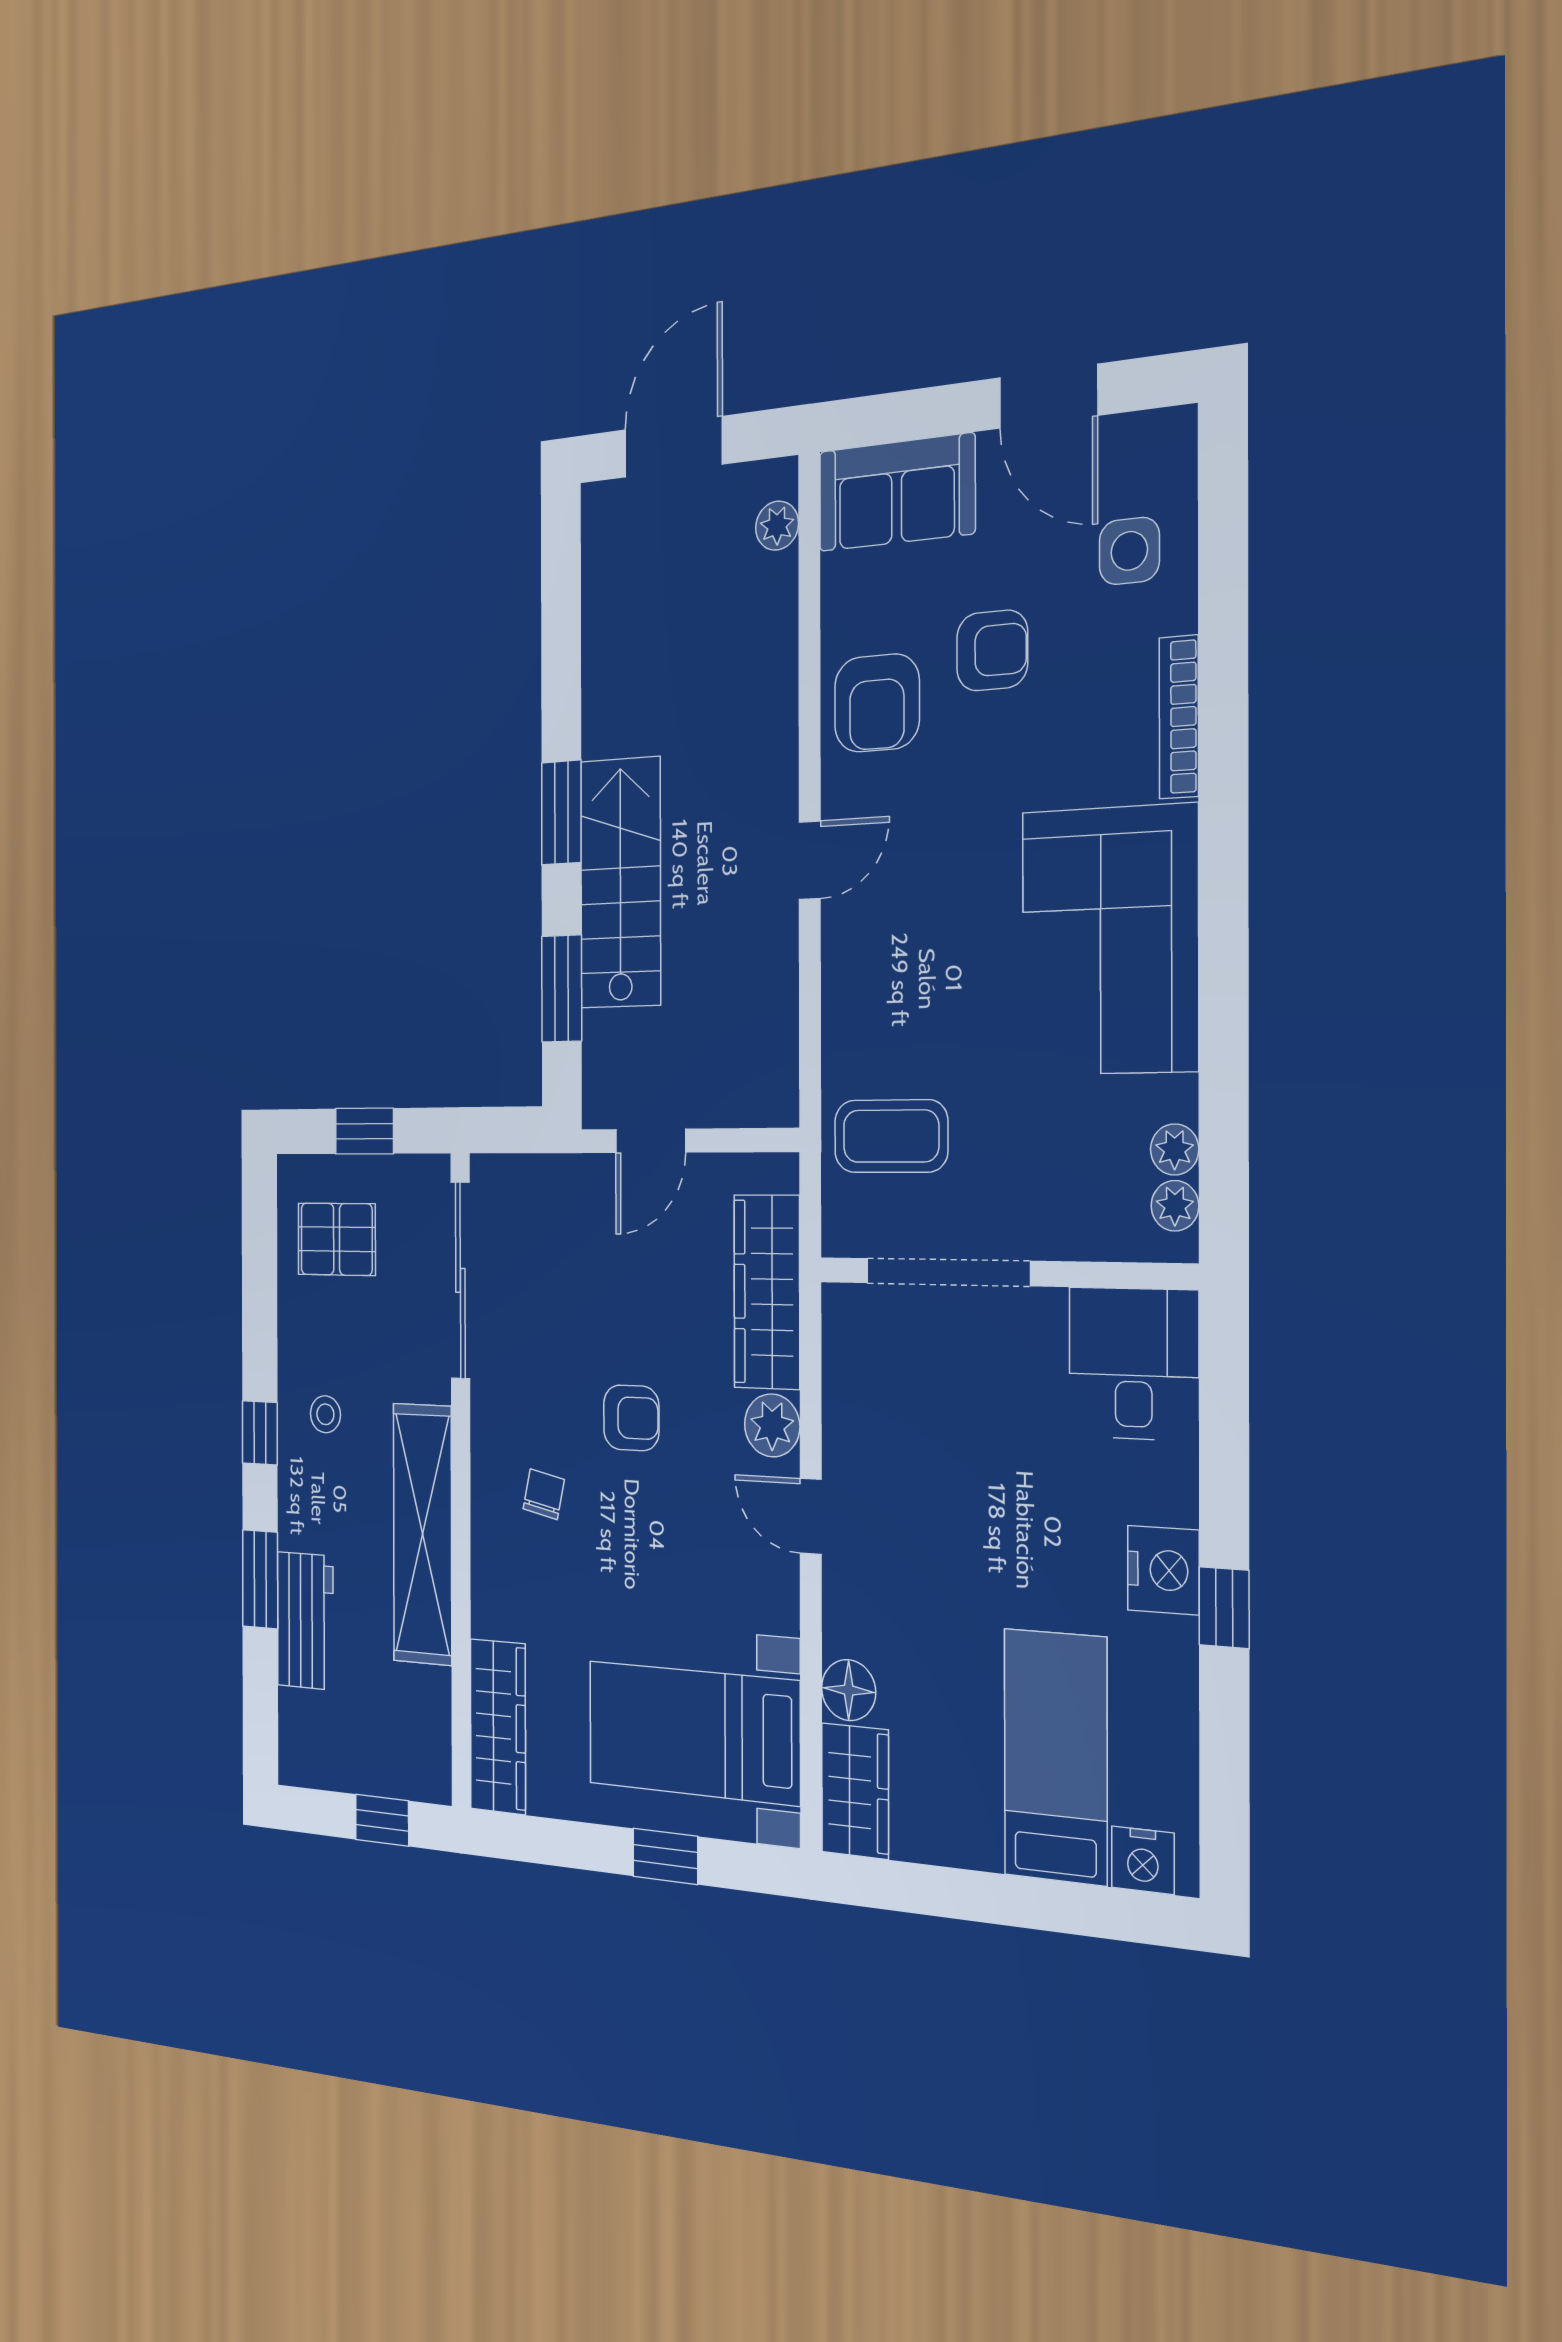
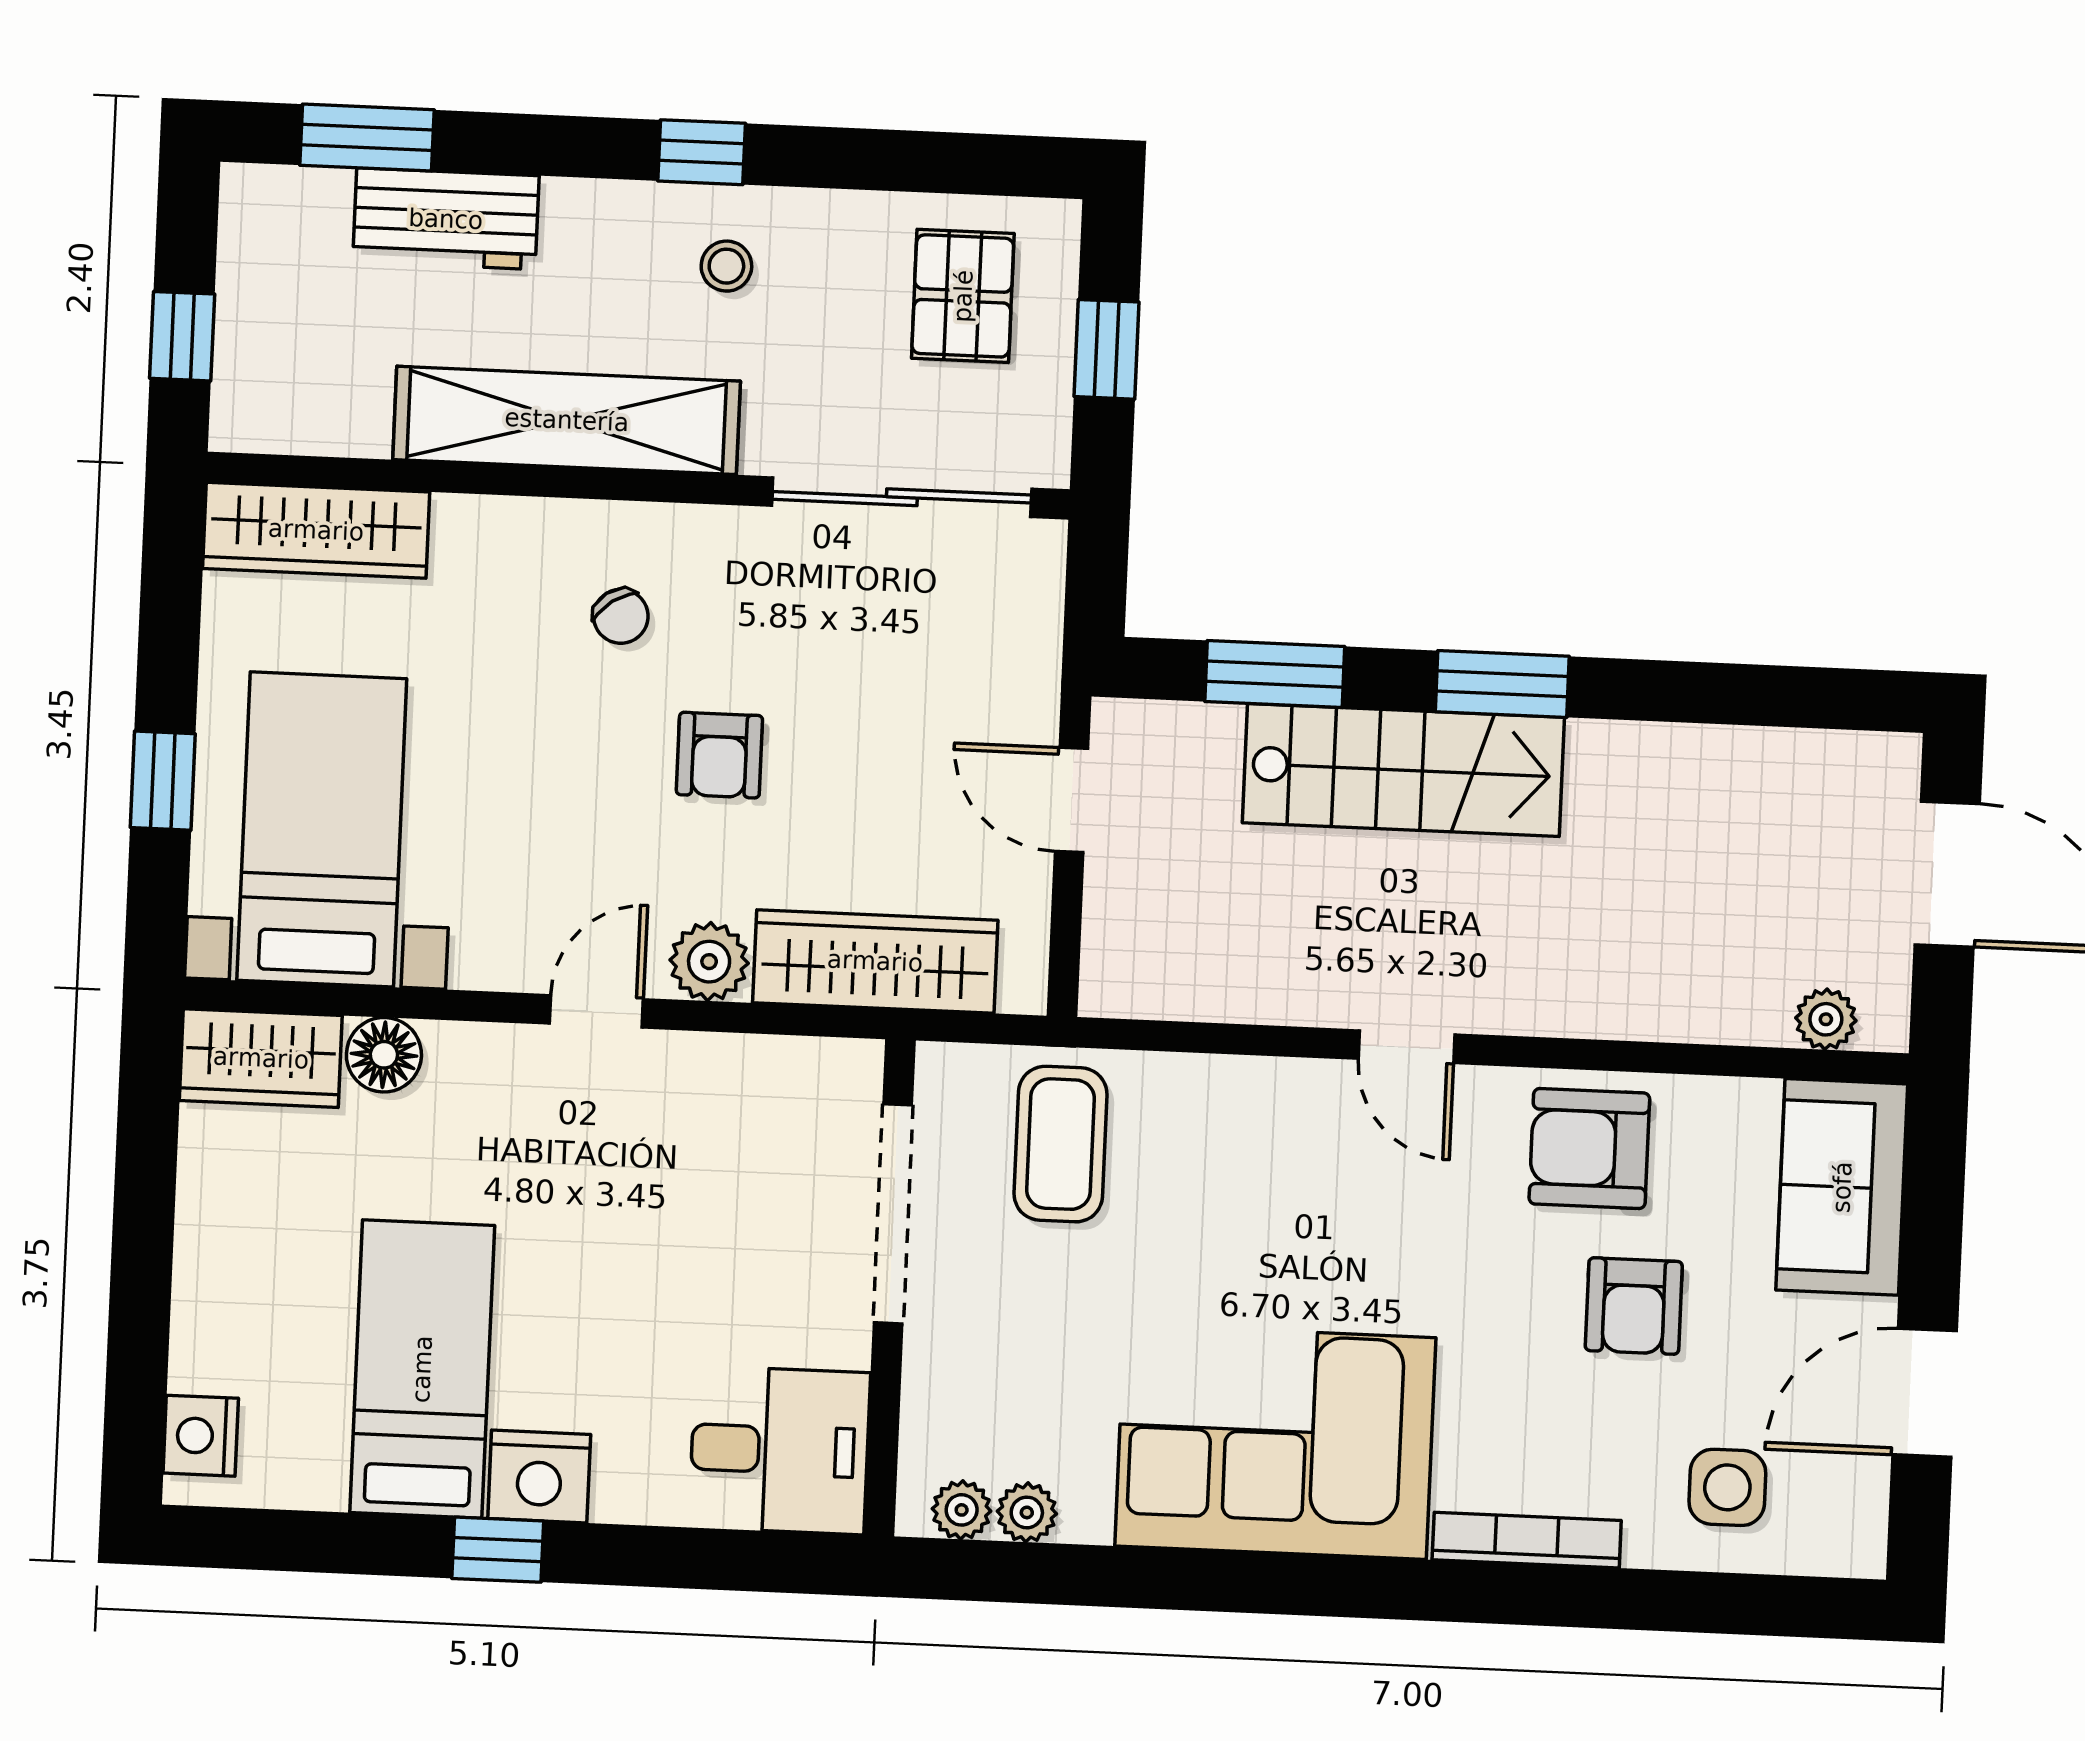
chair: (544, 1494) -> (621, 616), turned 44
window: (260, 1579) -> (367, 138), moved
bed: (1055, 1757) -> (422, 1369), moved, turned -90

